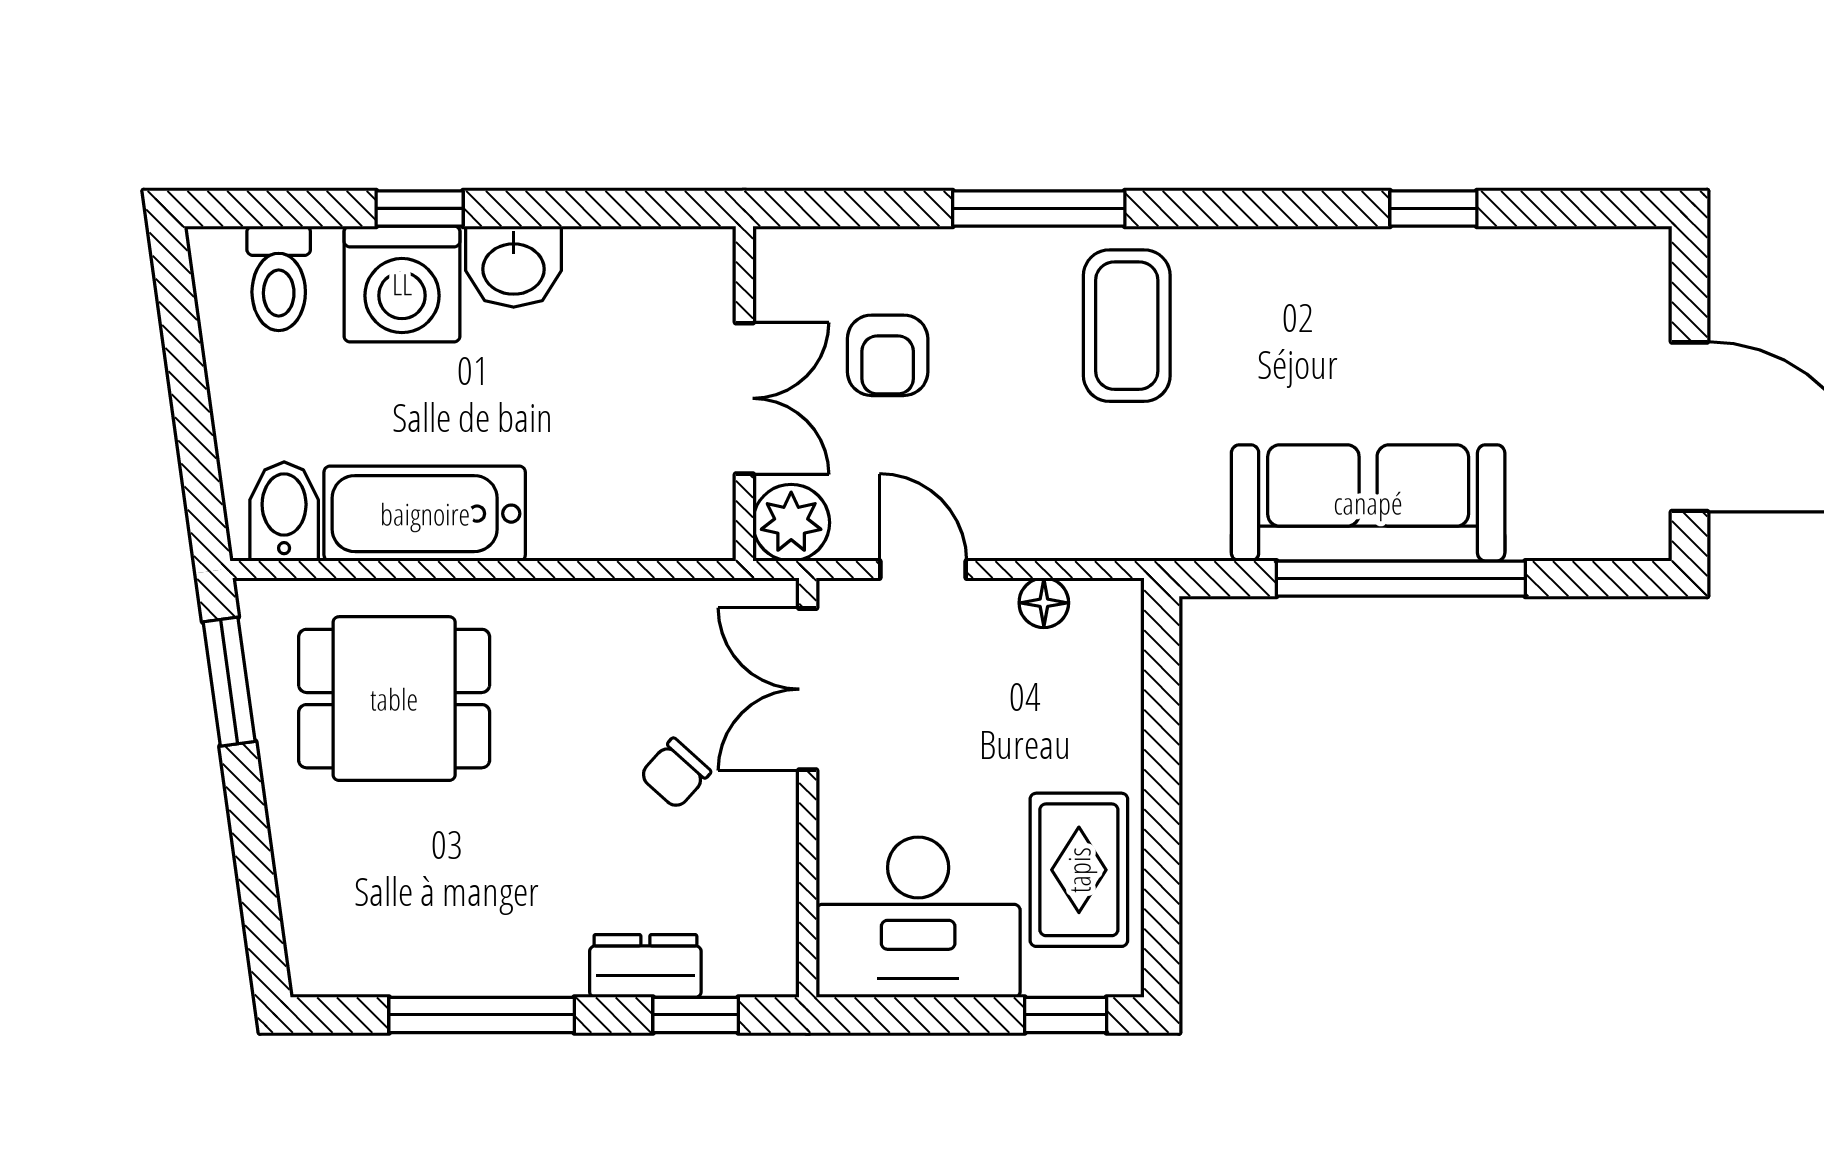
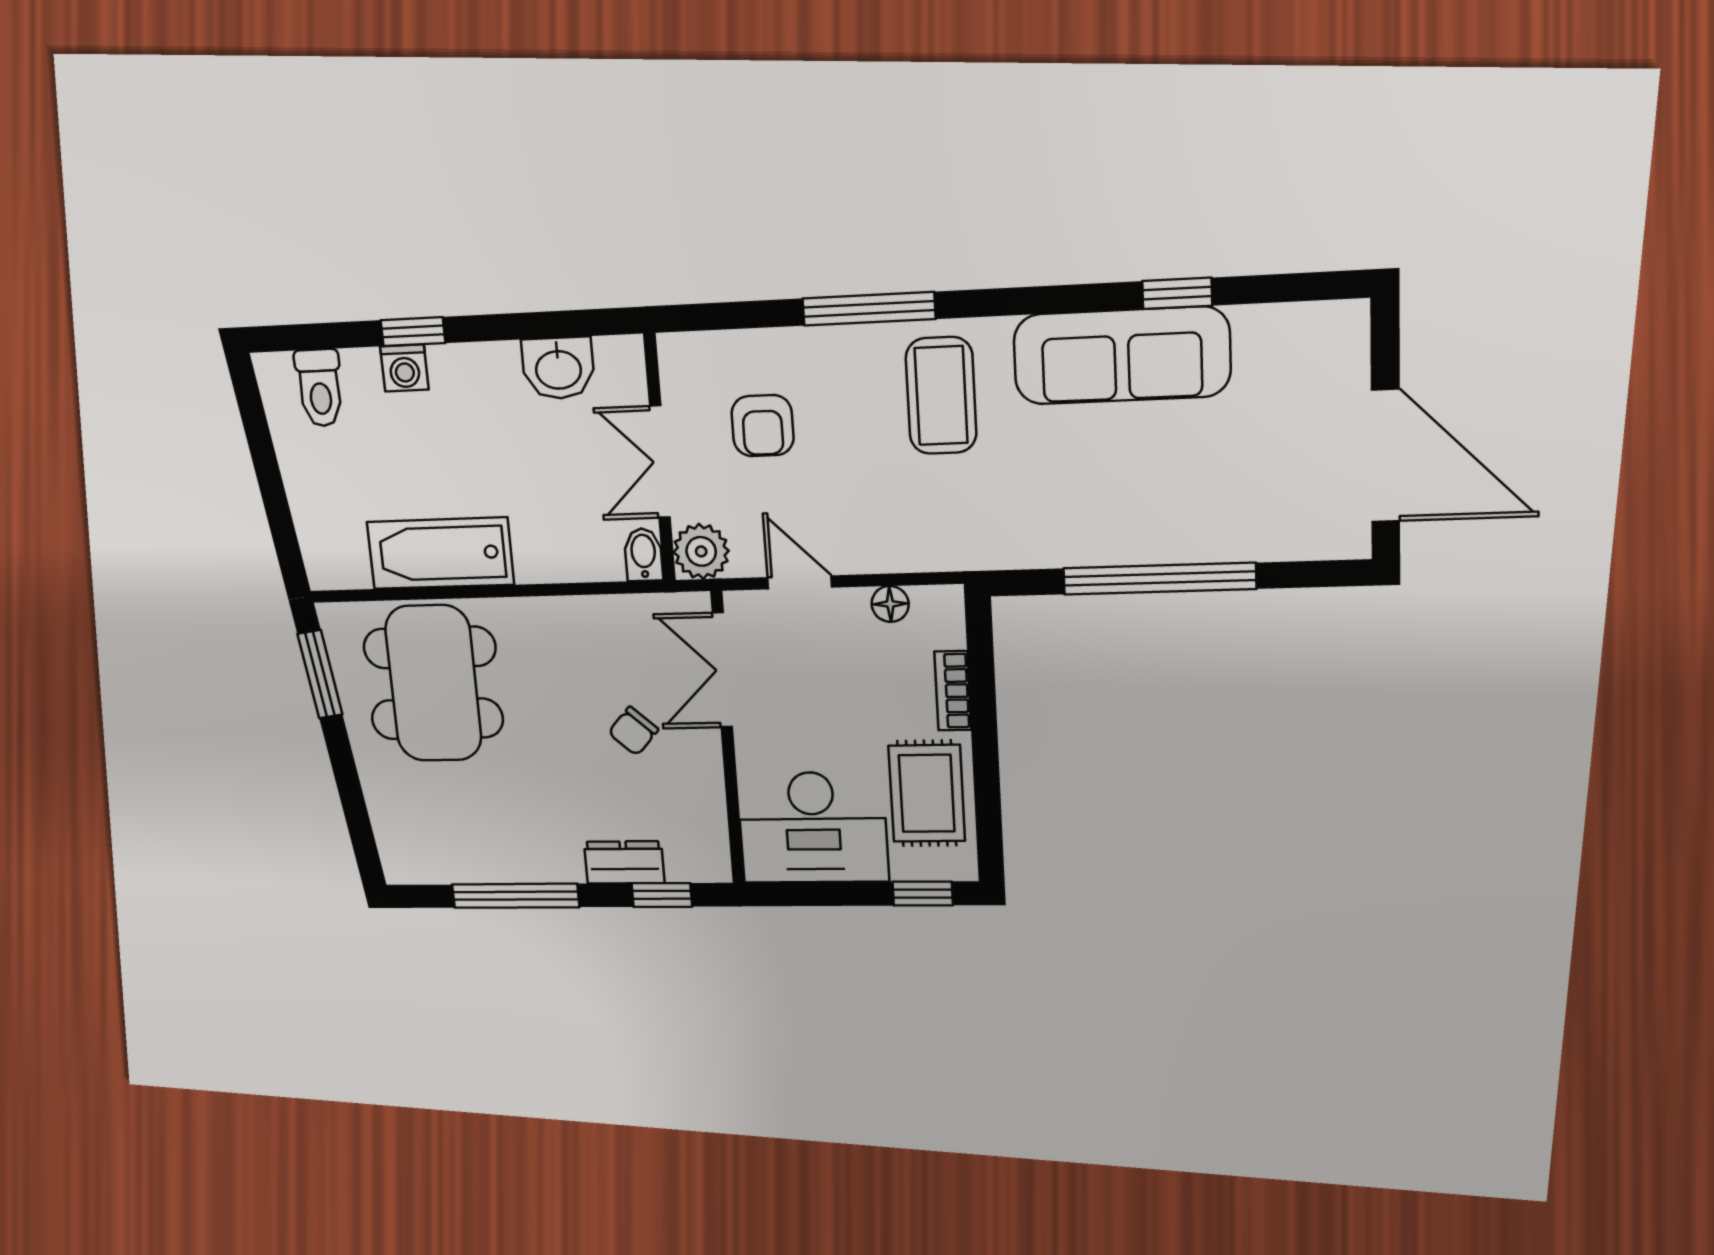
washbasin: (514, 267) -> (558, 368), moved
washing machine: (402, 284) -> (404, 368), width x0.53, depth x0.53
double door: (744, 398) -> (660, 462), swing flipped
sofa: (1368, 503) -> (1122, 356), moved, turned 180
bidet: (284, 511) -> (643, 555), moved, width x0.72, depth x0.74
dining table: (394, 699) -> (433, 683), width x1.37
bookcase: (1122, 725) -> (953, 691), added

